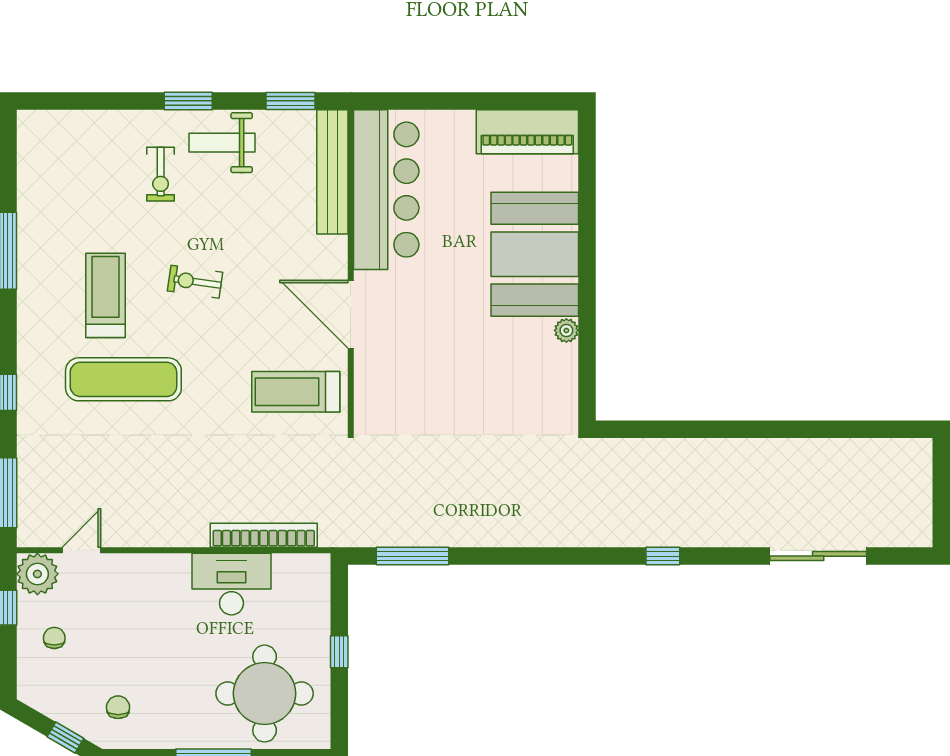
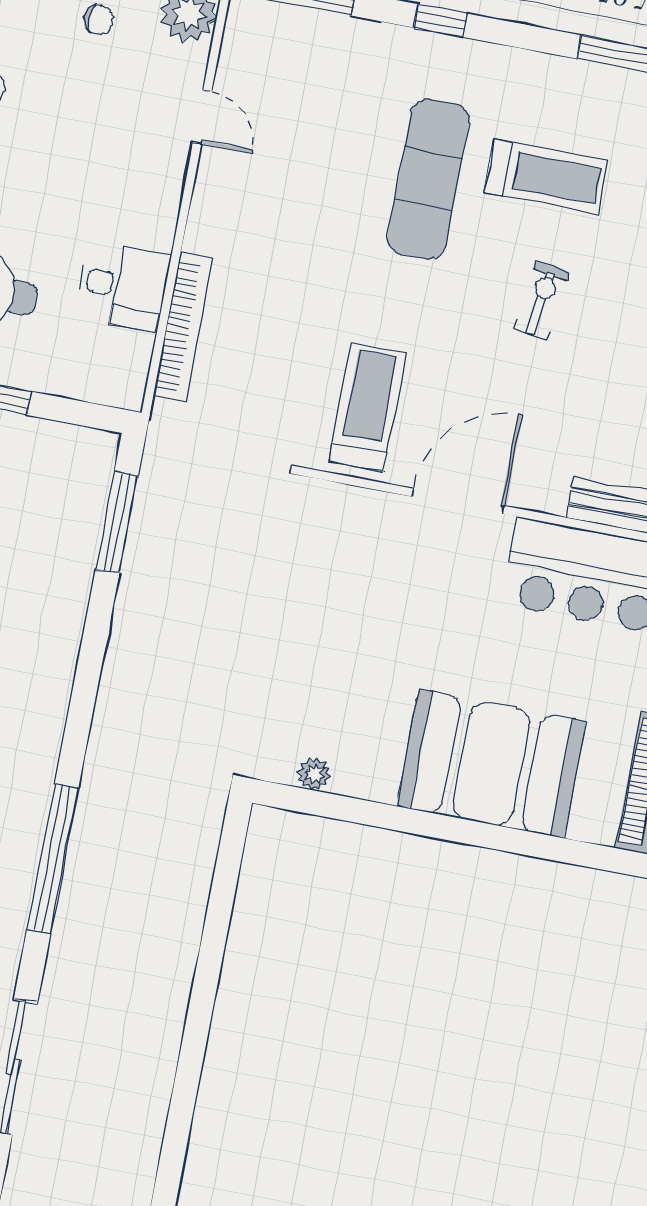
plant: (566, 330) -> (314, 774), moved
door: (81, 550) -> (202, 117), moved
window: (663, 556) -> (53, 859), width x3.17
desk: (231, 584) -> (123, 286), width x0.73

